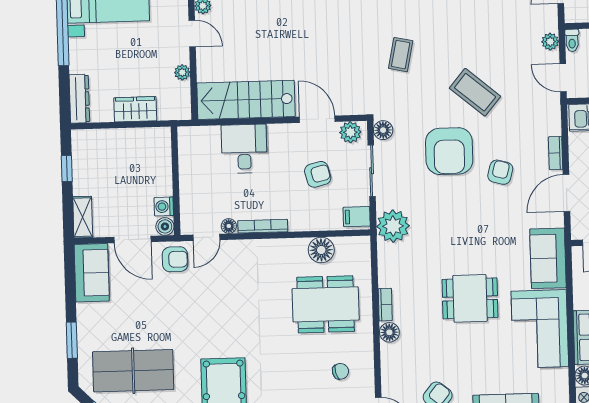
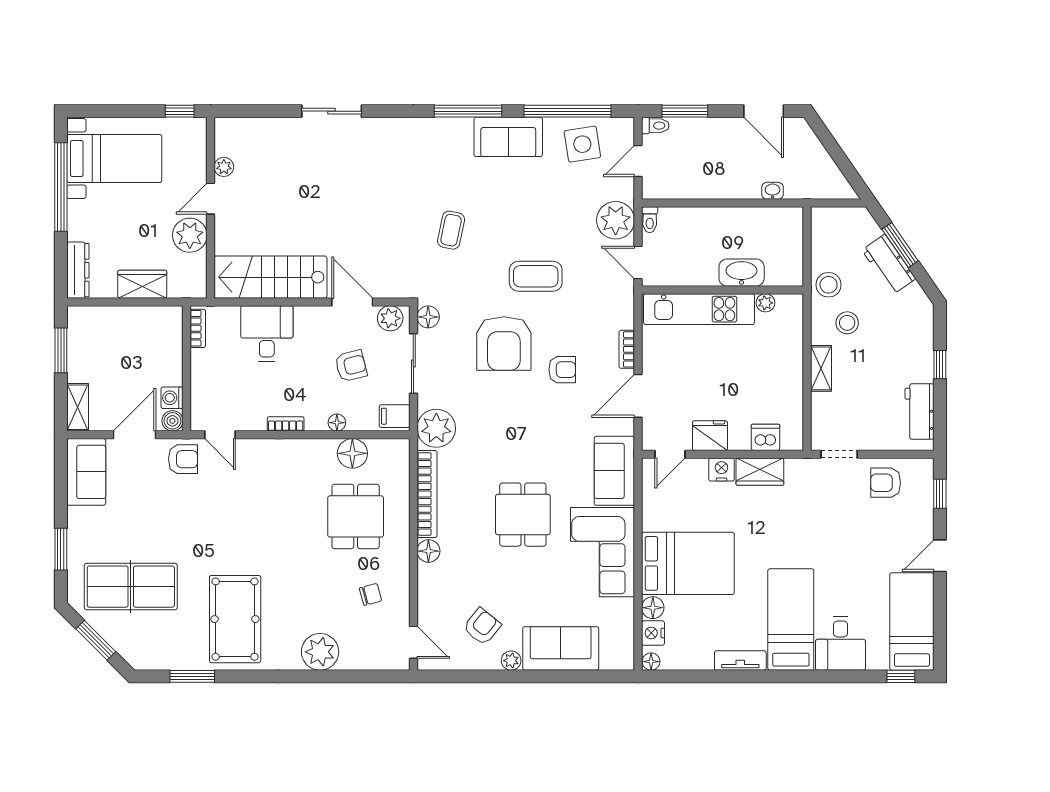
door: (192, 34) -> (211, 199), swing flipped
plant: (550, 42) -> (616, 220), width x1.88, depth x1.88
plant: (182, 72) -> (190, 235), width x1.87, depth x1.87
coffee table: (475, 92) -> (536, 276), turned -40
bookcase: (184, 146) -> (198, 328), added
window: (67, 168) -> (61, 350), width x1.50
armchair: (500, 172) -> (562, 370), turned 75
floor lamp: (229, 226) -> (337, 423), moved
bookcase: (263, 226) -> (286, 424), width x0.64
door: (206, 237) -> (220, 435), hinge flipped
door: (133, 239) -> (135, 435), swing flipped
dining table: (470, 298) -> (523, 515), turned 90
dining table: (326, 304) -> (356, 516), width x0.73
bookcase: (385, 305) -> (427, 494), width x2.31, depth x1.31

